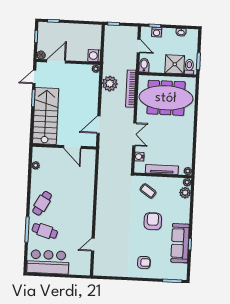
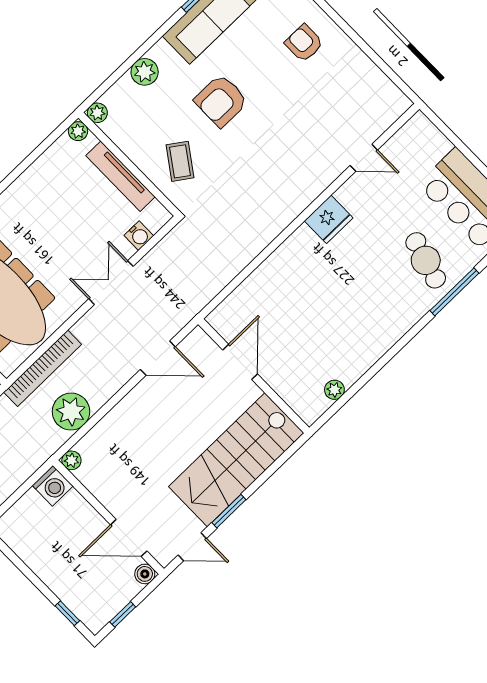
plant: (185, 193) -> (145, 72), moved
cafe table: (42, 203) -> (385, 313), removed
fridge: (86, 216) -> (329, 219), added

